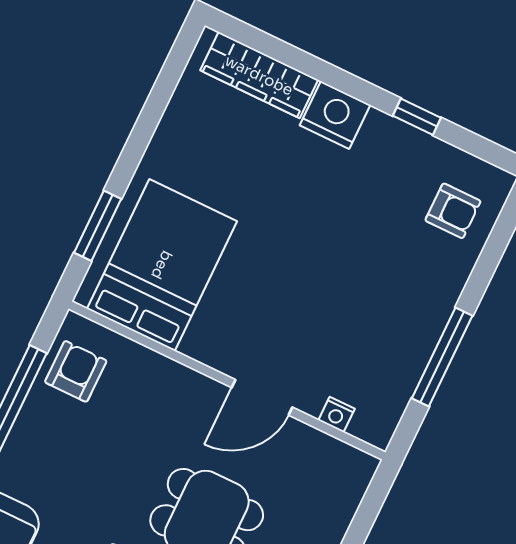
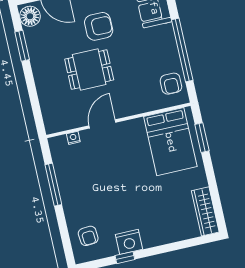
wardrobe: (259, 75) -> (205, 211), moved, turned -90
nightstand: (335, 115) -> (129, 242), moved
armchair: (453, 211) -> (88, 236), turned -95

